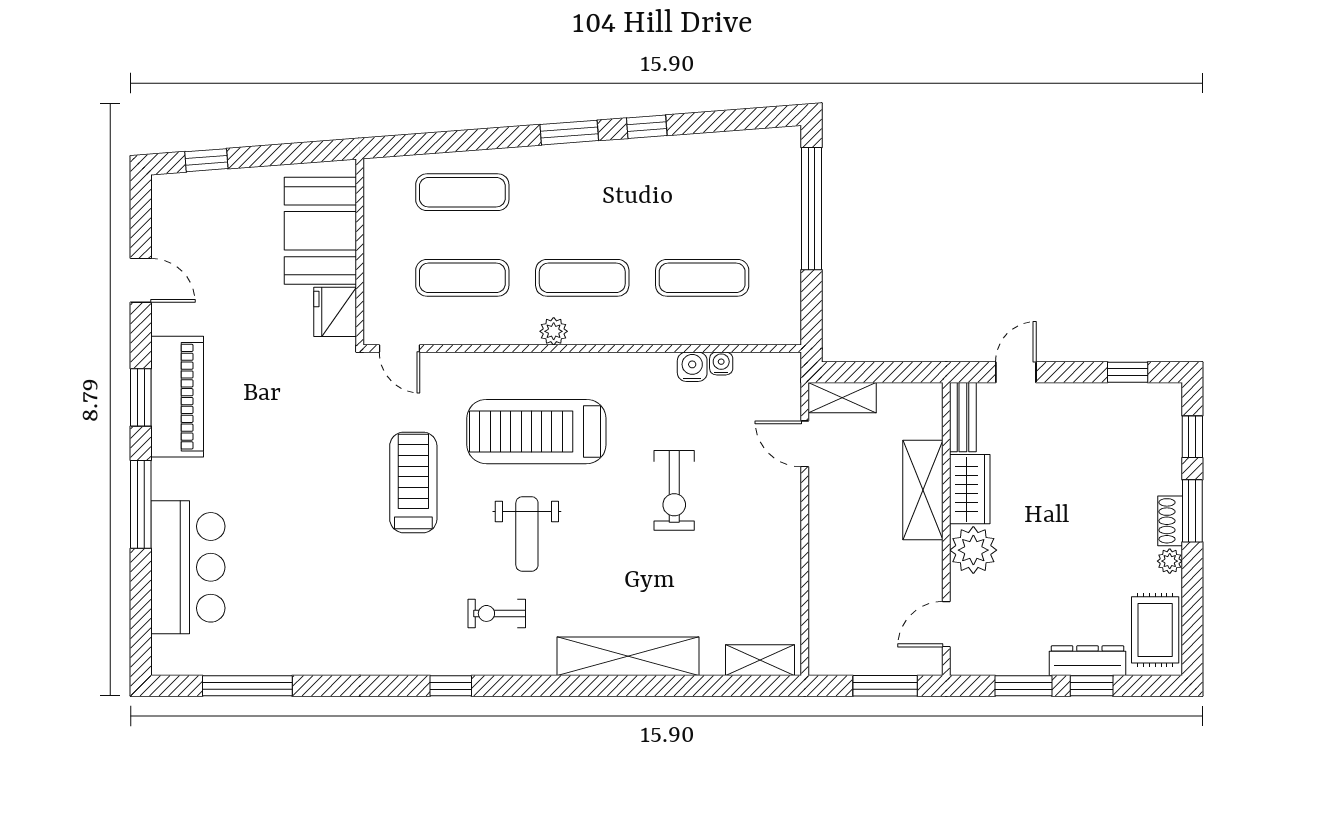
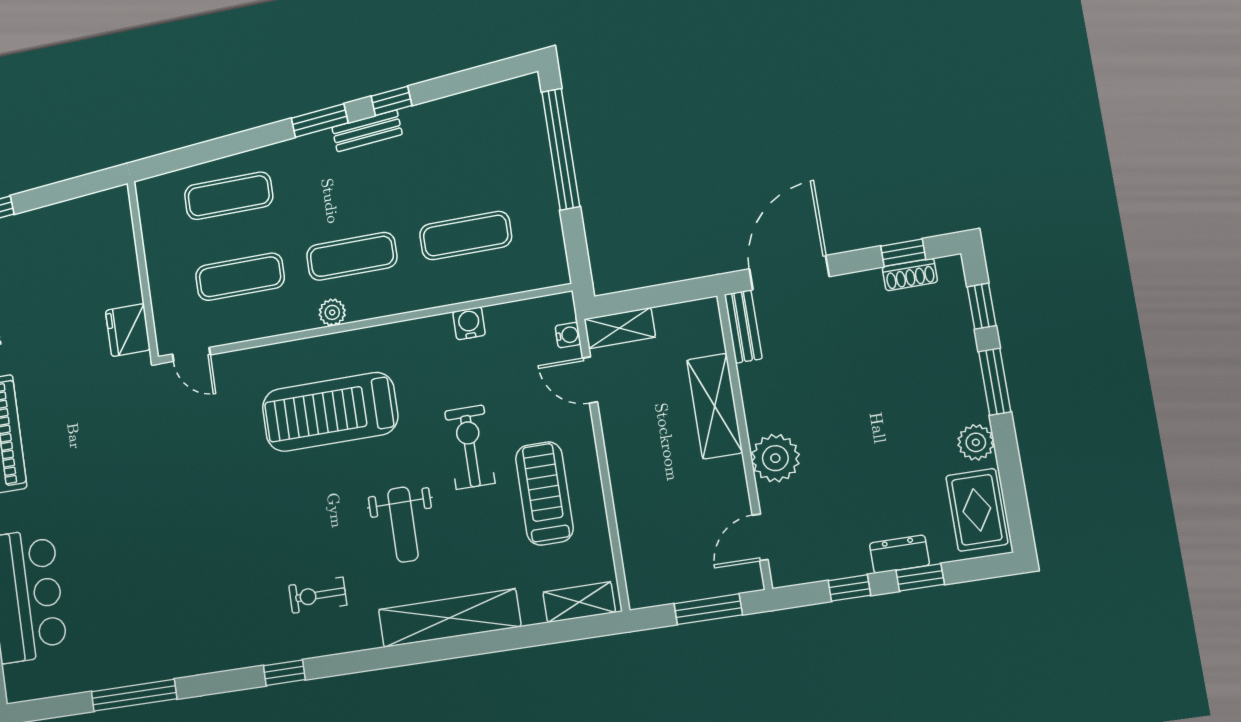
bench: (617, 153) -> (367, 131), added
booth: (320, 231) -> (104, 256), removed
water cooler: (721, 363) -> (568, 335), moved, turned 90
door: (1016, 372) -> (789, 273), width x1.87
treadmill: (413, 482) -> (544, 493), moved
wardrobe: (970, 489) -> (762, 397), removed
exercise bike: (674, 490) -> (470, 447), turned 180
shoe rack: (1170, 521) -> (910, 275), moved, turned -90
weight bench: (527, 534) -> (403, 525), moved
plant: (1170, 561) -> (976, 442), width x1.38, depth x1.38
dresser: (1087, 661) -> (899, 554), width x0.70
window: (247, 686) -> (134, 695), moved
window: (1023, 686) -> (849, 588), width x0.67

